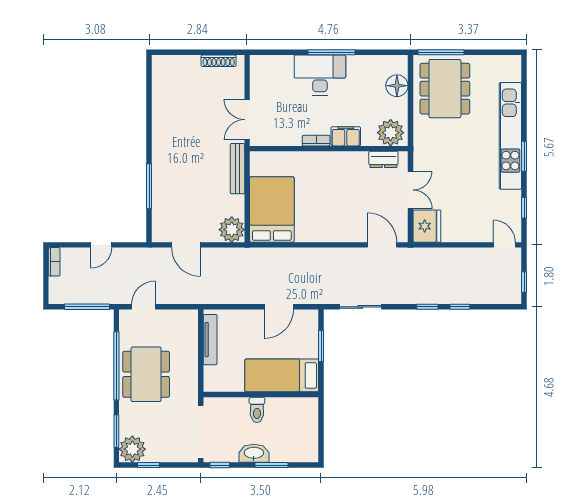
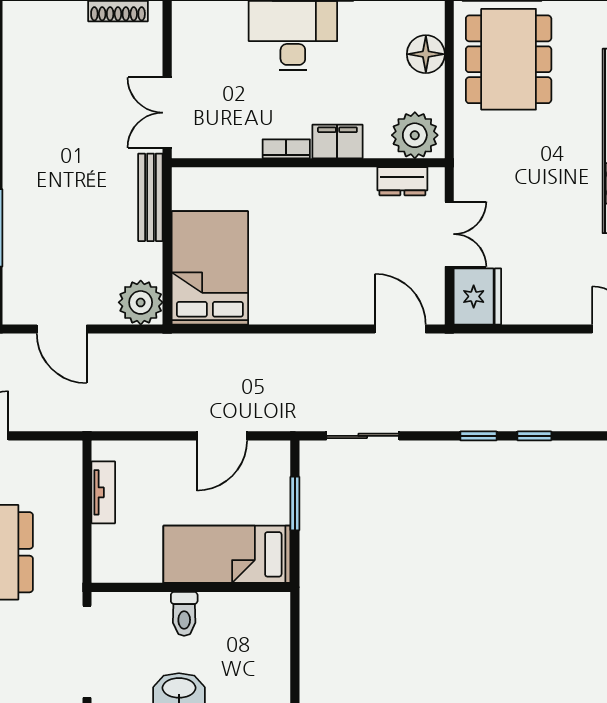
tv unit: (210, 340) -> (103, 492), width x0.71

